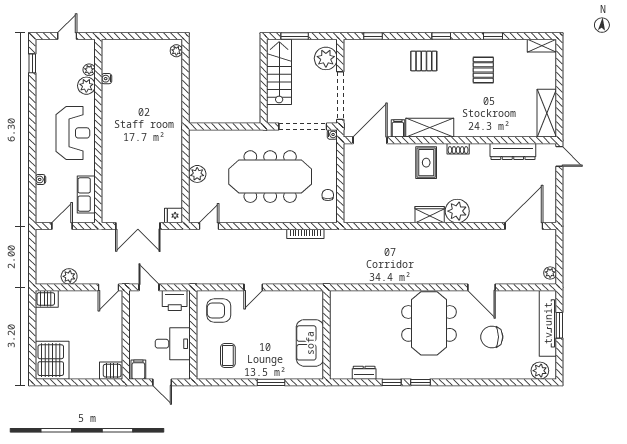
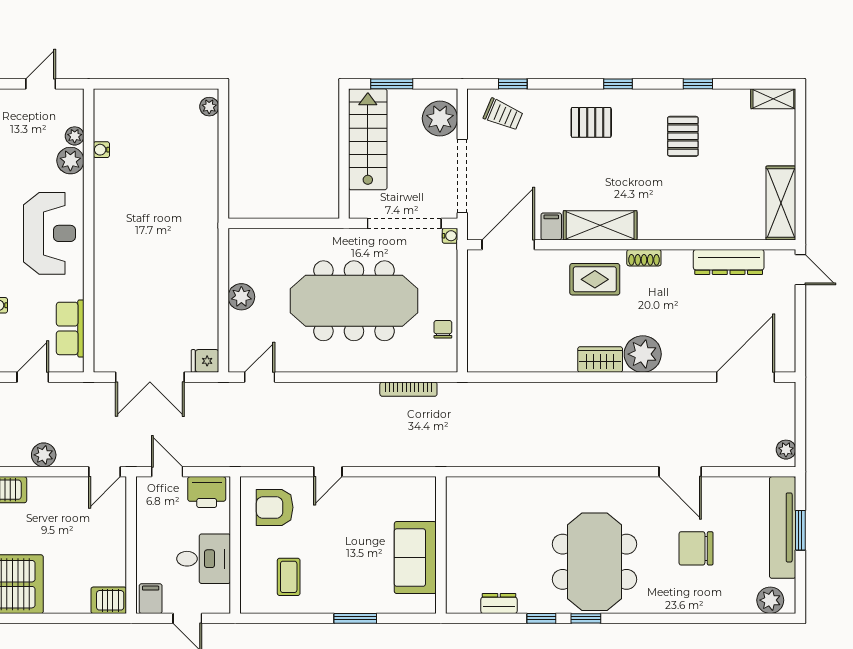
trolley: (367, 56) -> (503, 115), added
rug: (426, 163) -> (595, 279), turned 90
meeting table: (429, 323) -> (595, 562), moved

